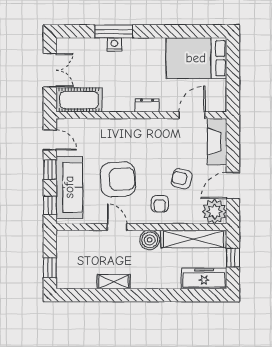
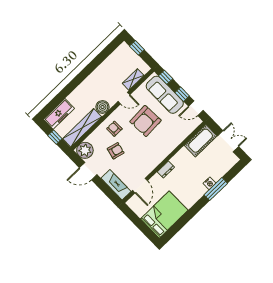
double door: (50, 70) -> (228, 141), swing flipped
door: (233, 186) -> (88, 171), swing flipped
shelving: (114, 282) -> (133, 79), moved

